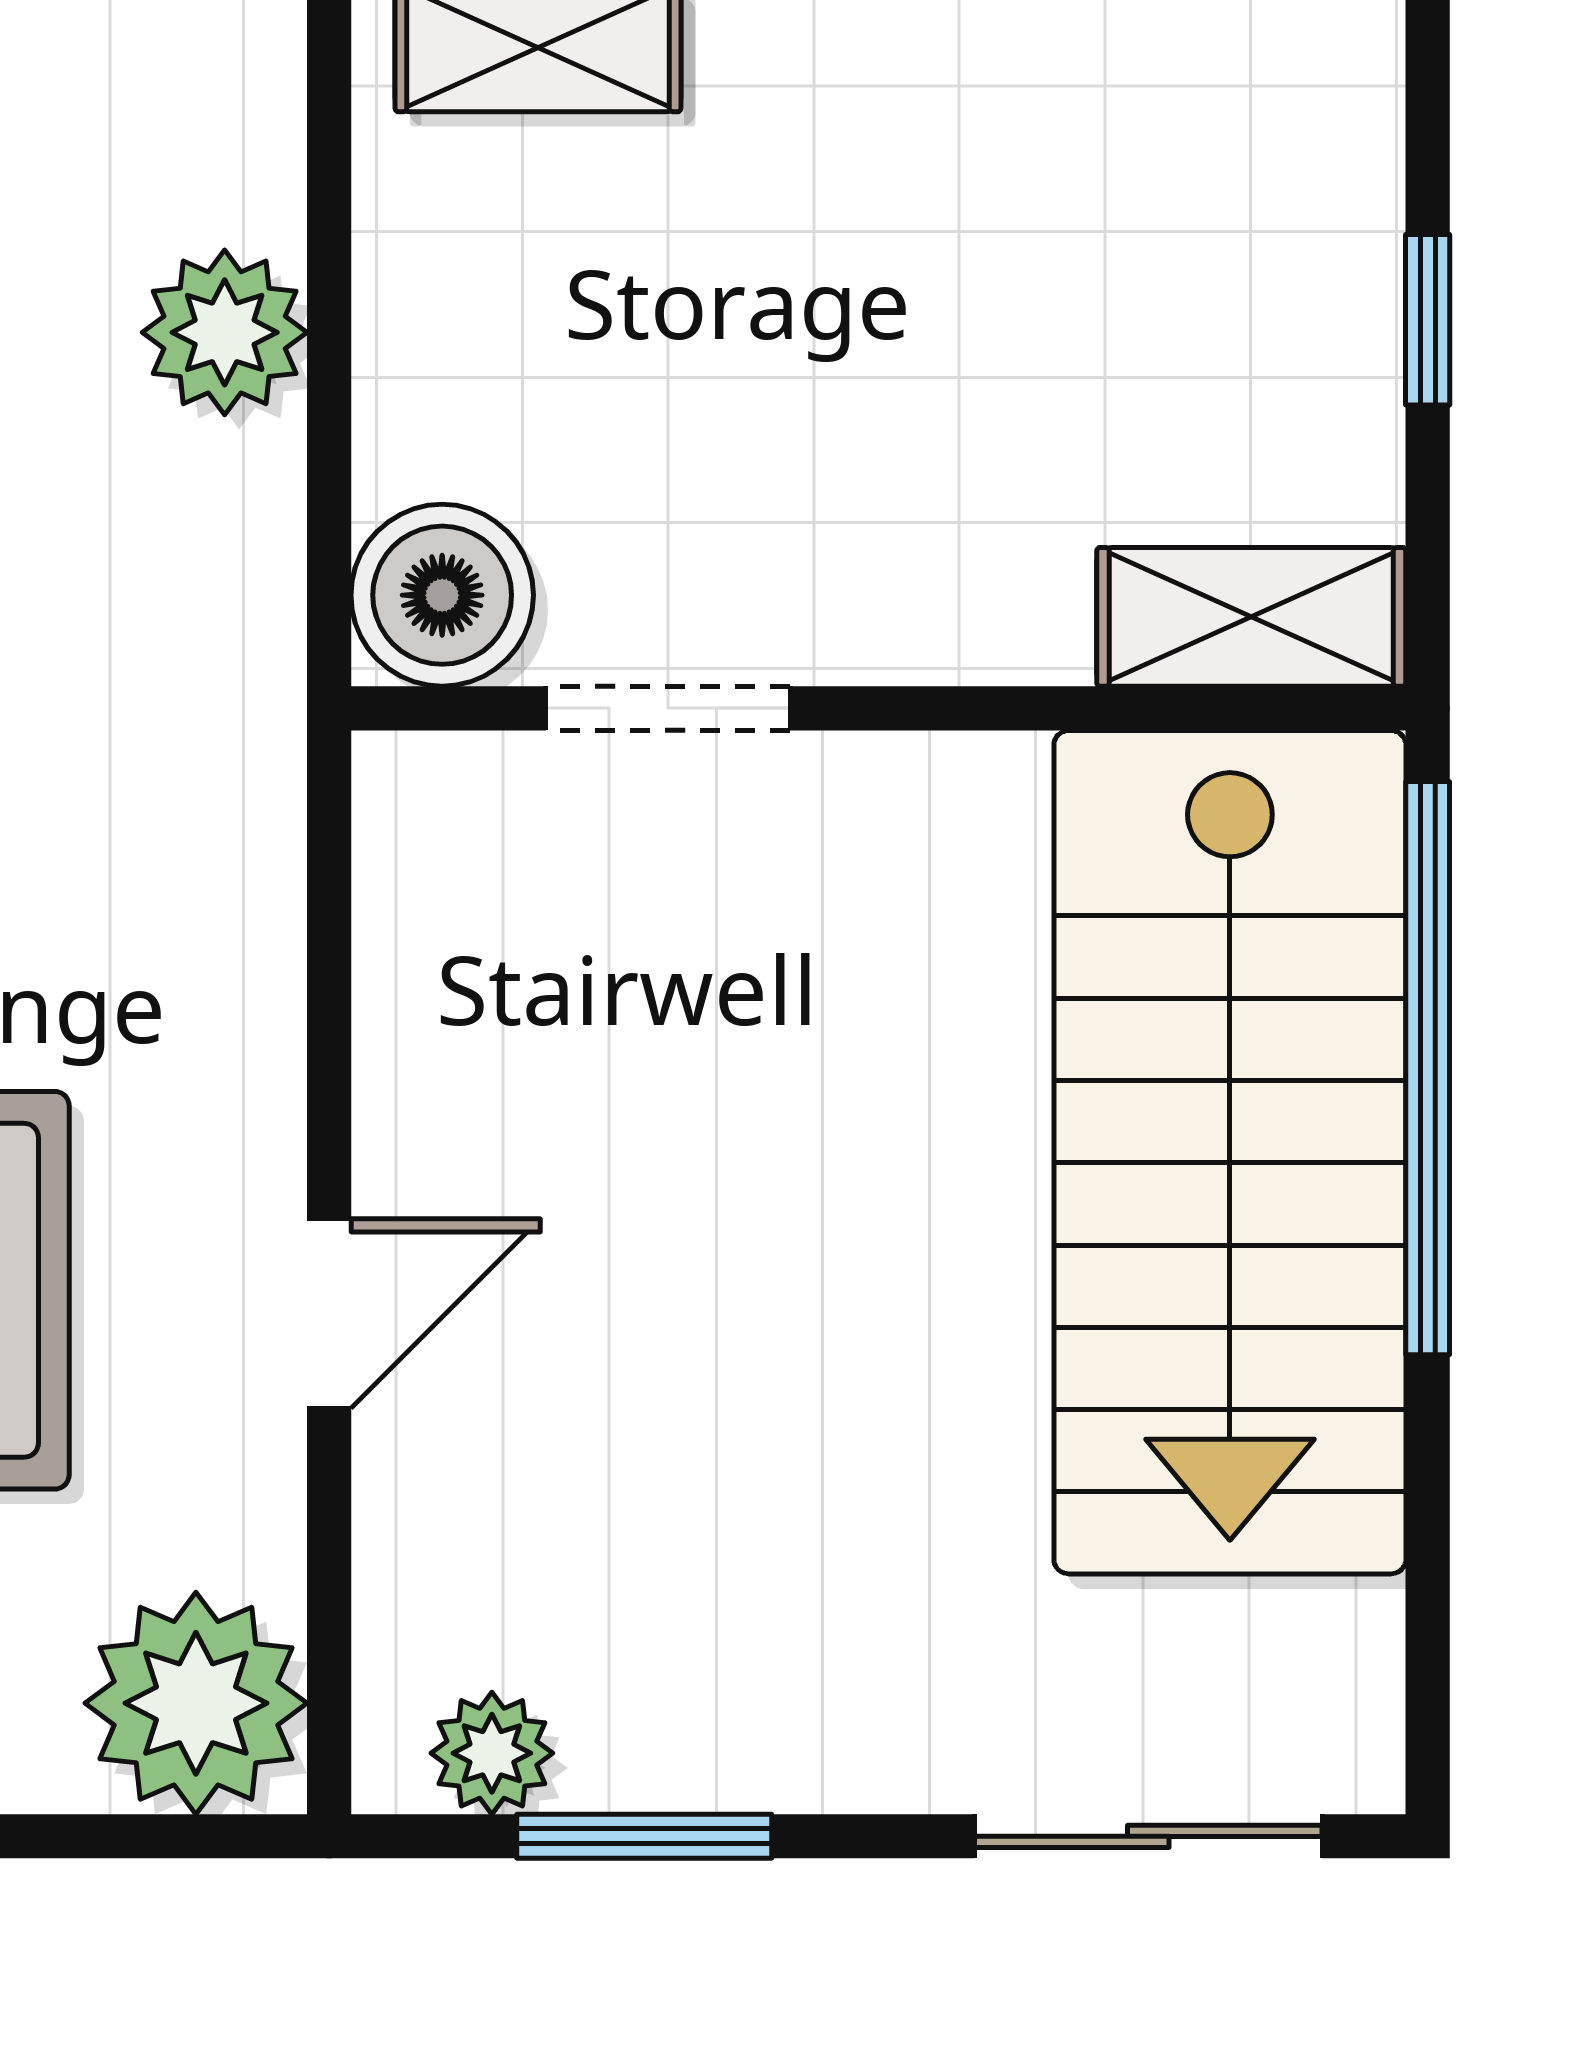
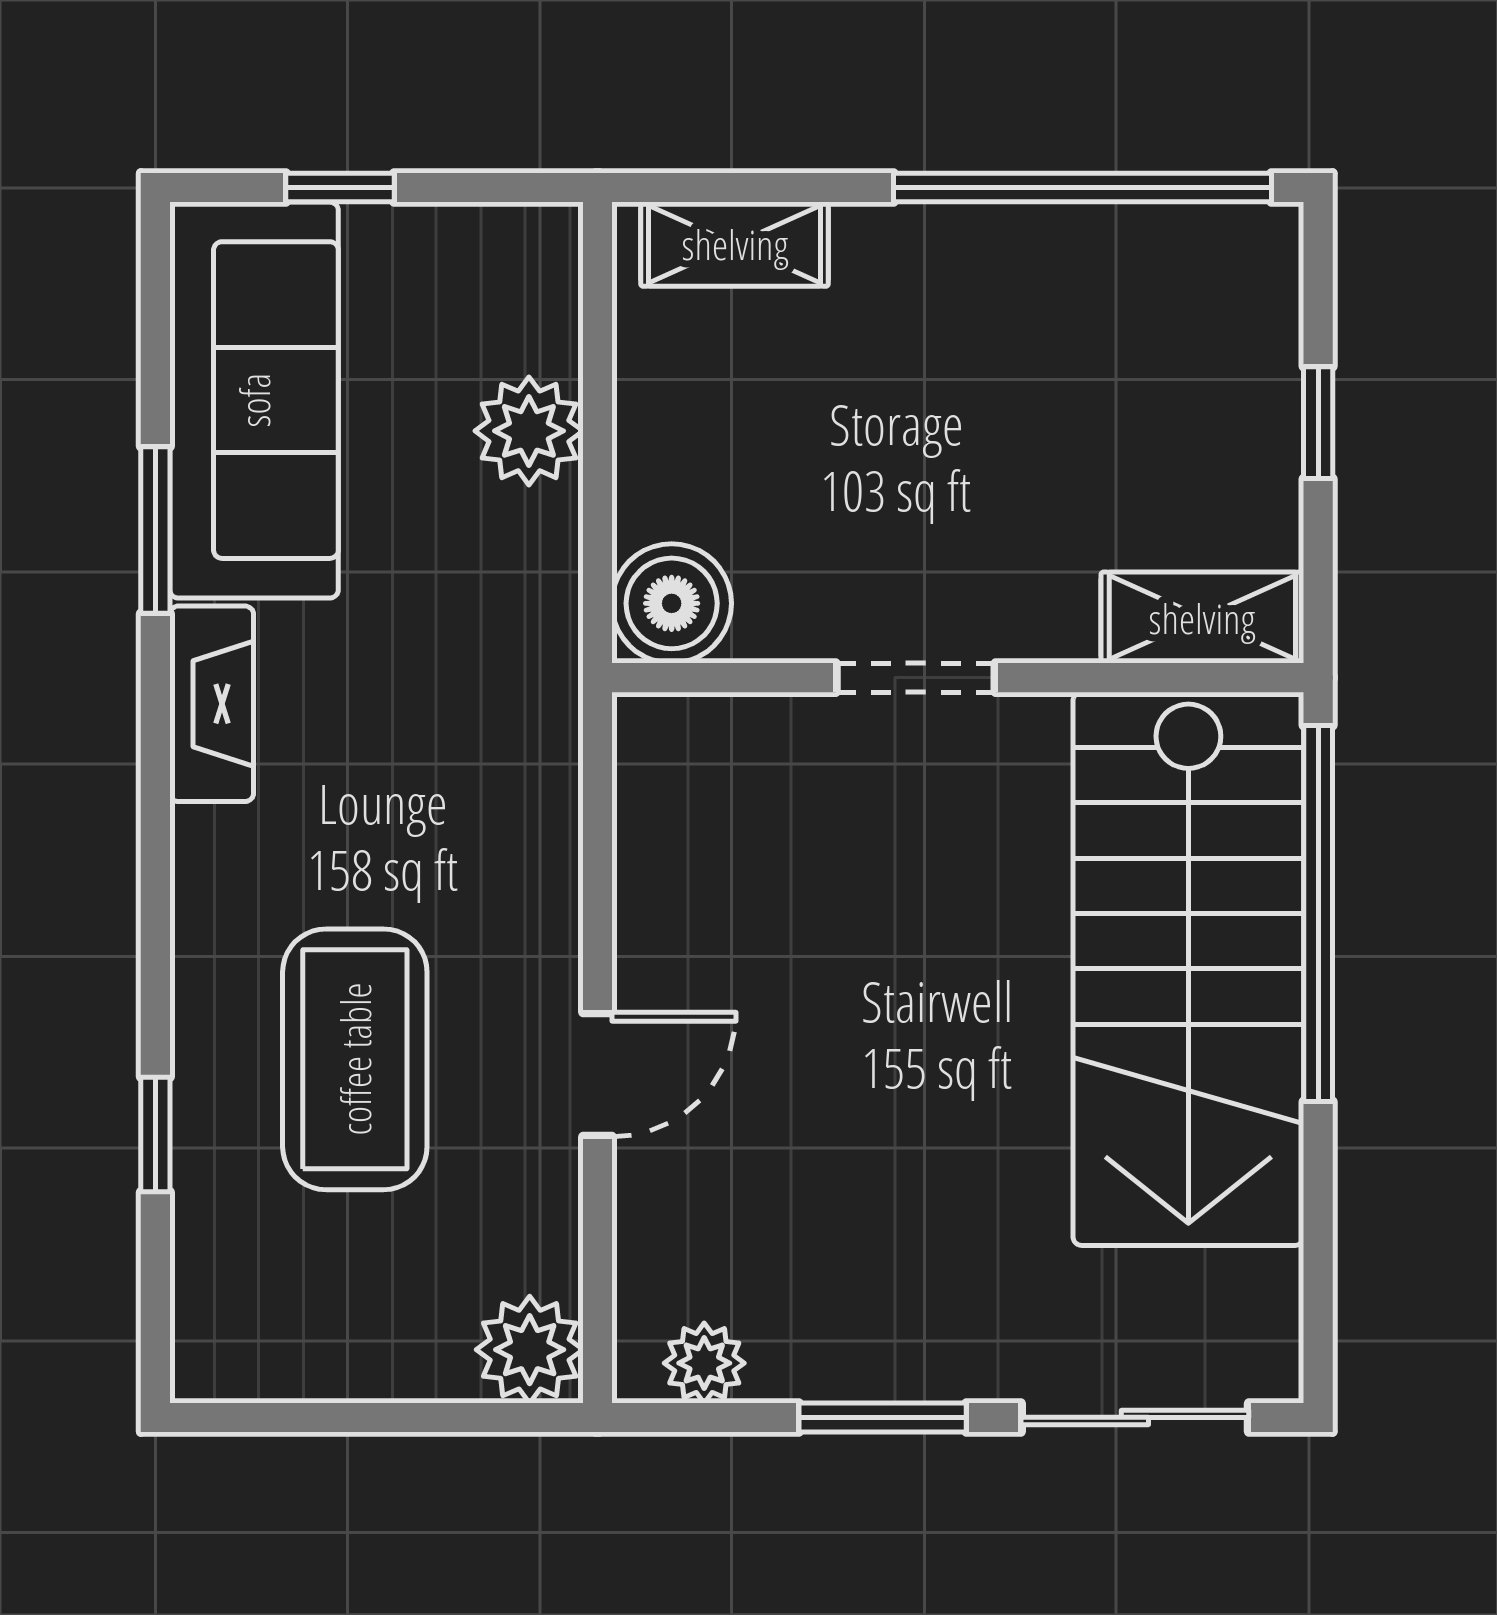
doorway: (668, 708) -> (916, 678), moved
plant: (196, 1703) -> (530, 1350), width x0.73, depth x0.73
window: (644, 1836) -> (883, 1417), moved

